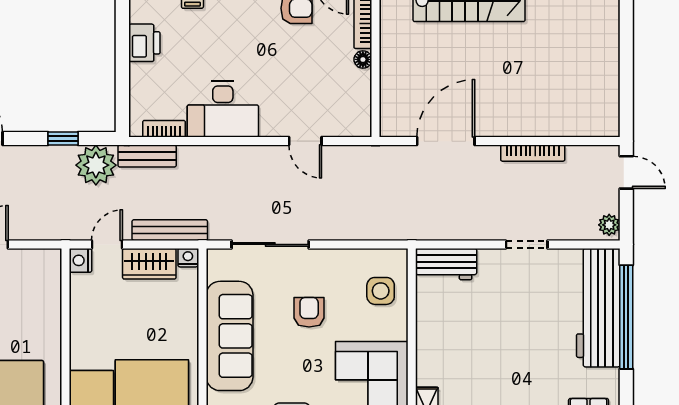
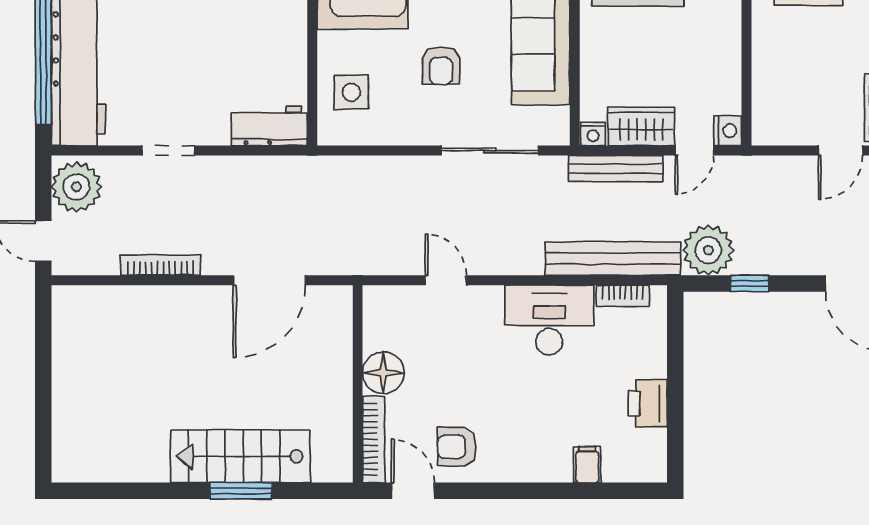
floor lamp: (363, 59) -> (383, 373), width x1.89, depth x1.89
bench: (147, 156) -> (613, 258), width x1.86, depth x1.21
plant: (609, 225) -> (76, 187), width x1.88, depth x1.88

